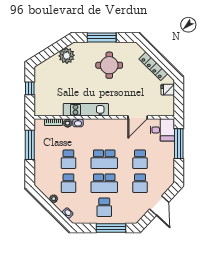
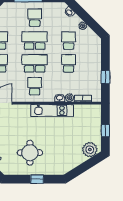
window: (102, 37) -> (37, 179), width x0.46
plant: (67, 56) -> (90, 150), moved
school desk: (104, 135) -> (35, 86), added
window: (30, 145) -> (105, 77), width x0.46

